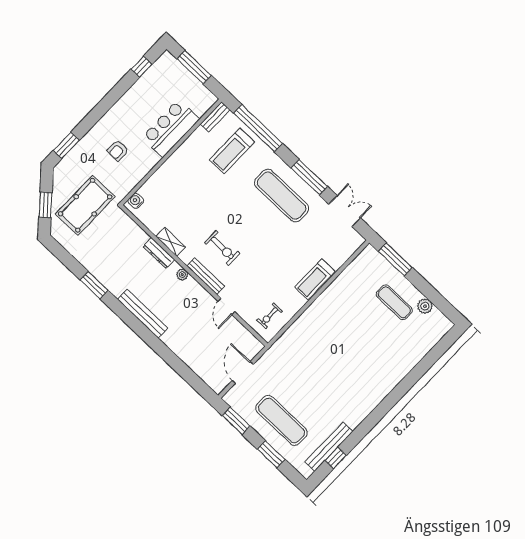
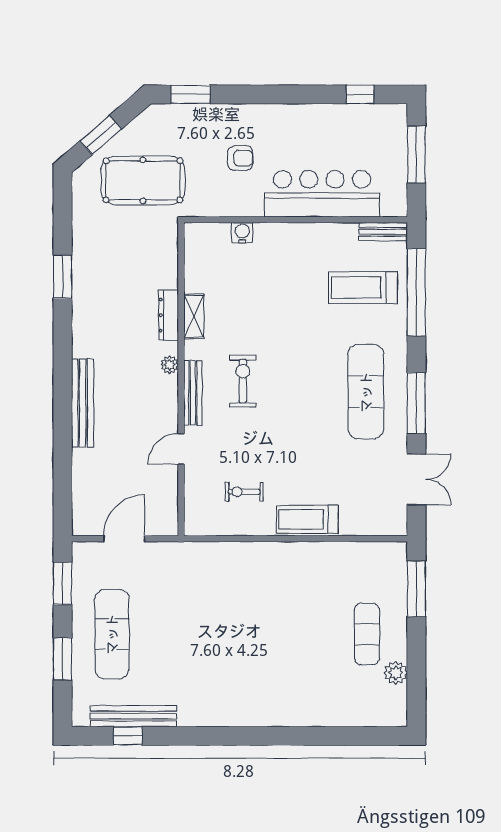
bar counter: (171, 128) -> (322, 194), width x1.36
armchair: (118, 150) -> (240, 158), turned 180
water cooler: (136, 201) -> (242, 233), moved
exercise bike: (222, 248) -> (243, 381), turned 180
bench: (143, 314) -> (82, 403), moved
exercise bike: (270, 316) -> (244, 492), moved

